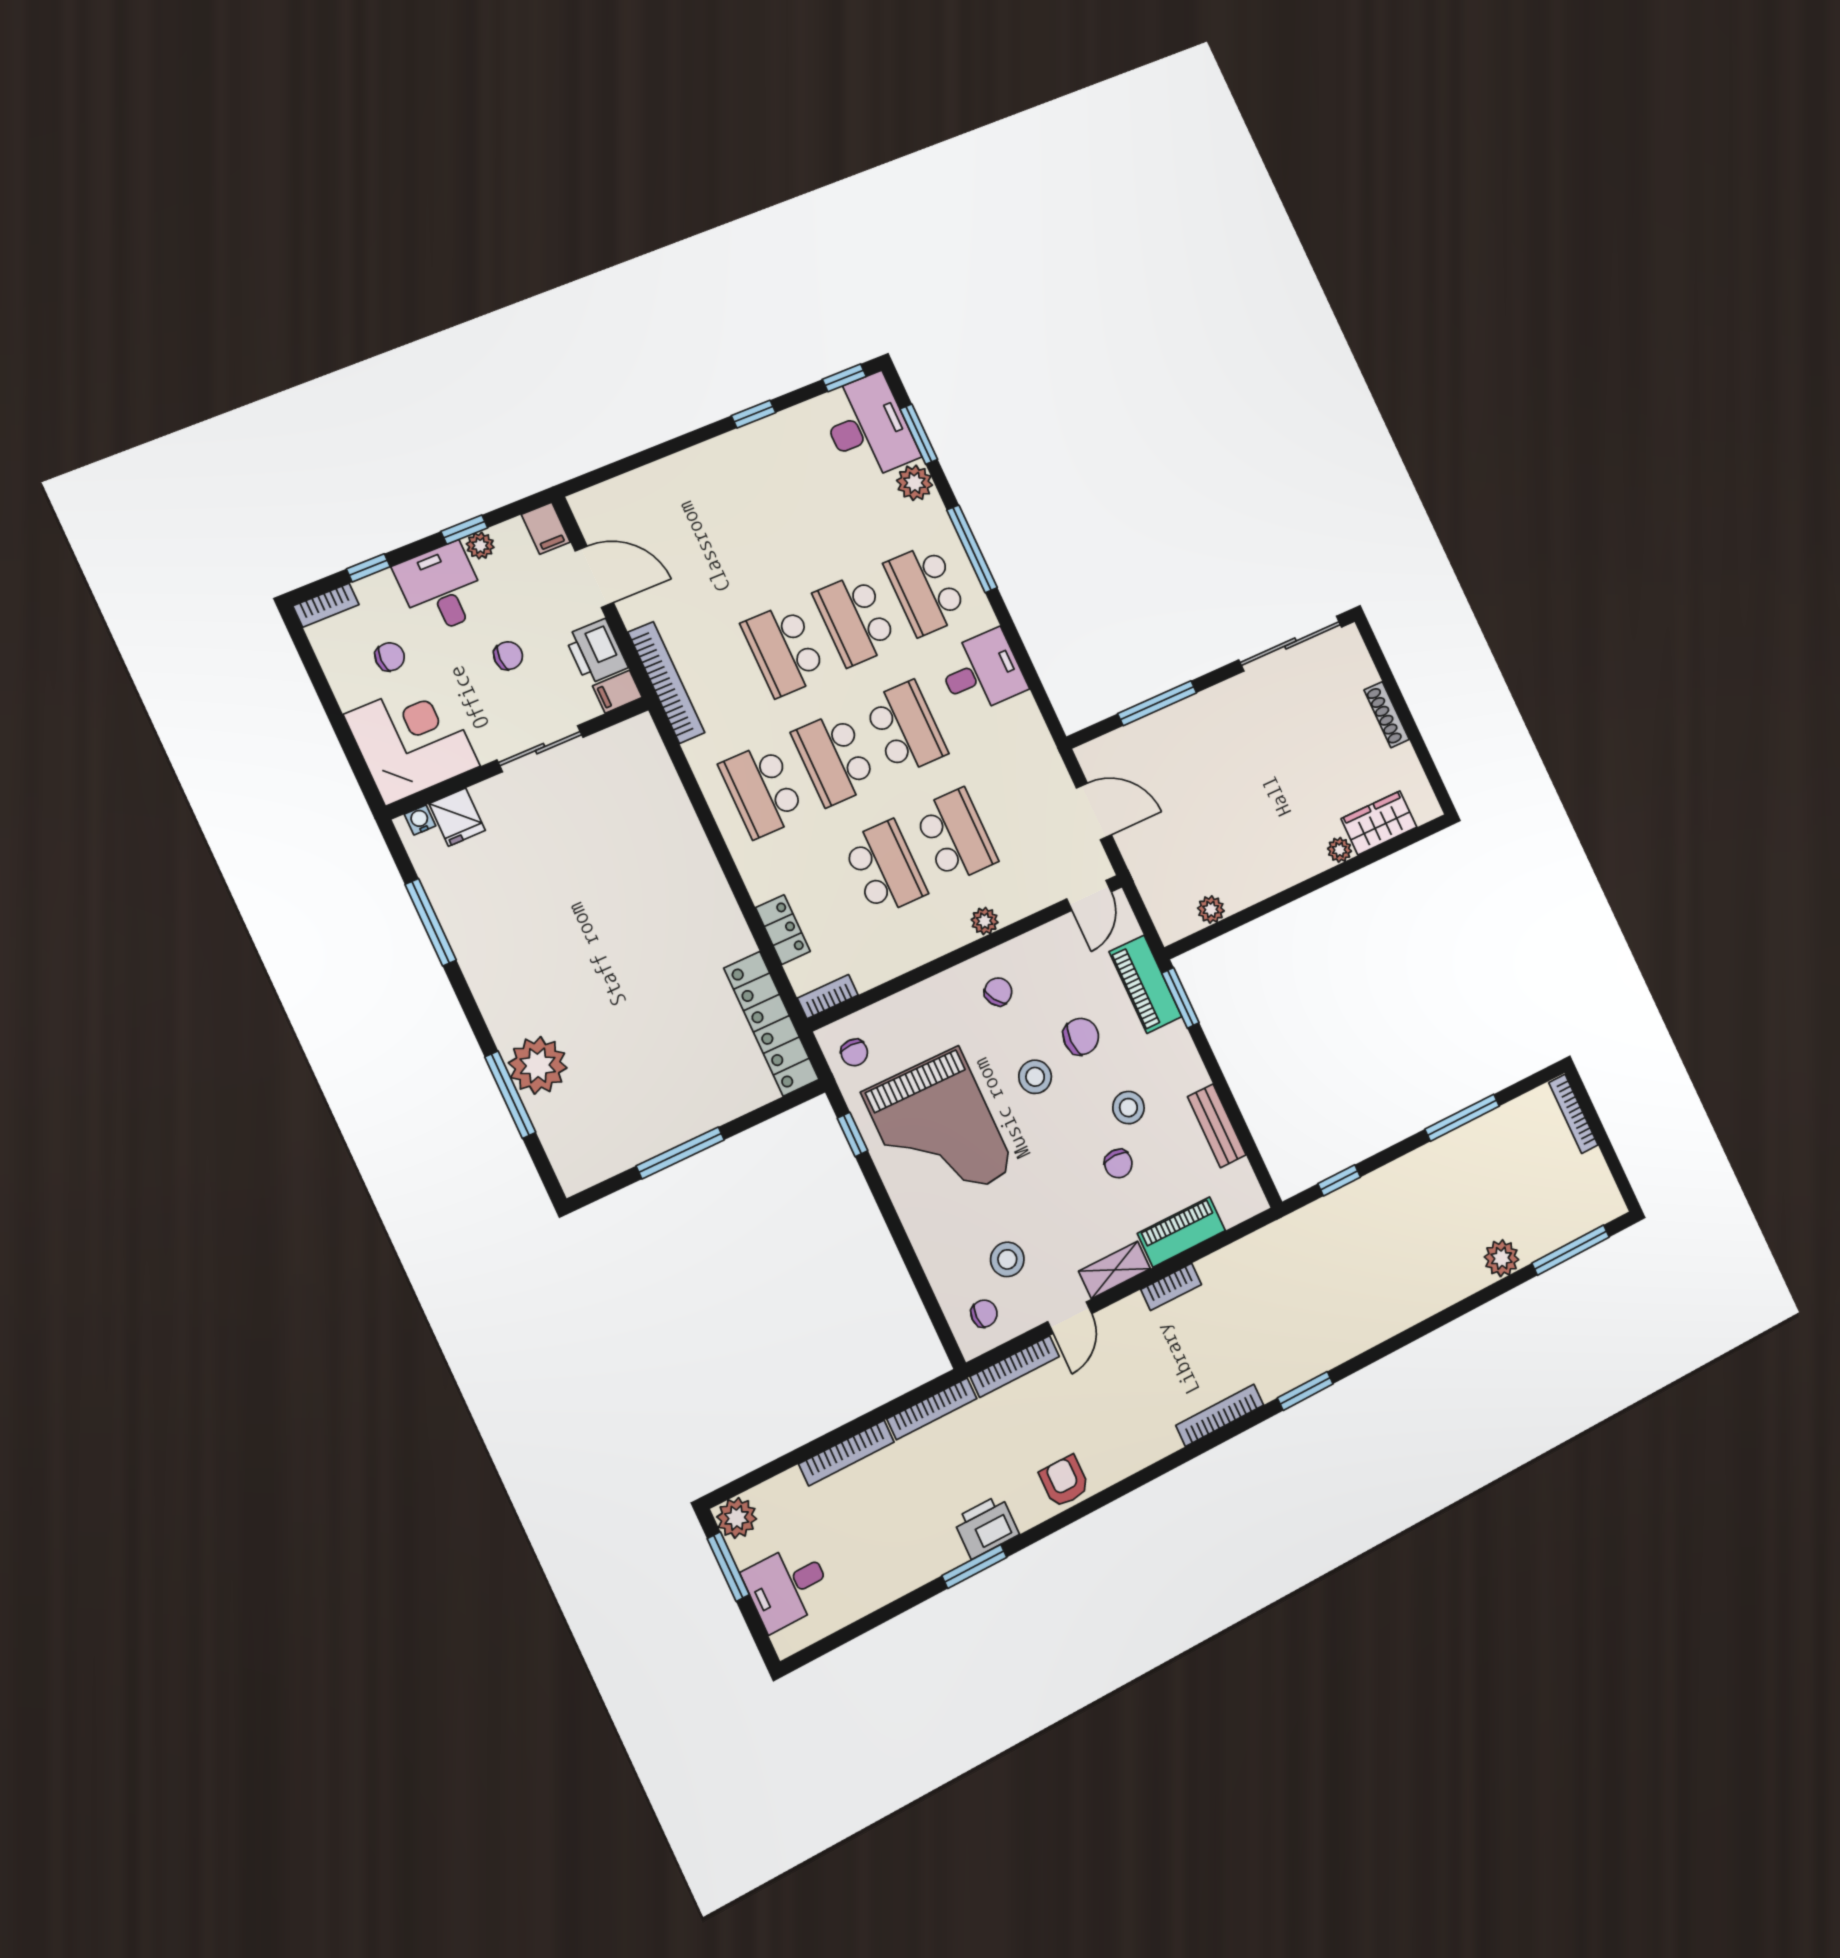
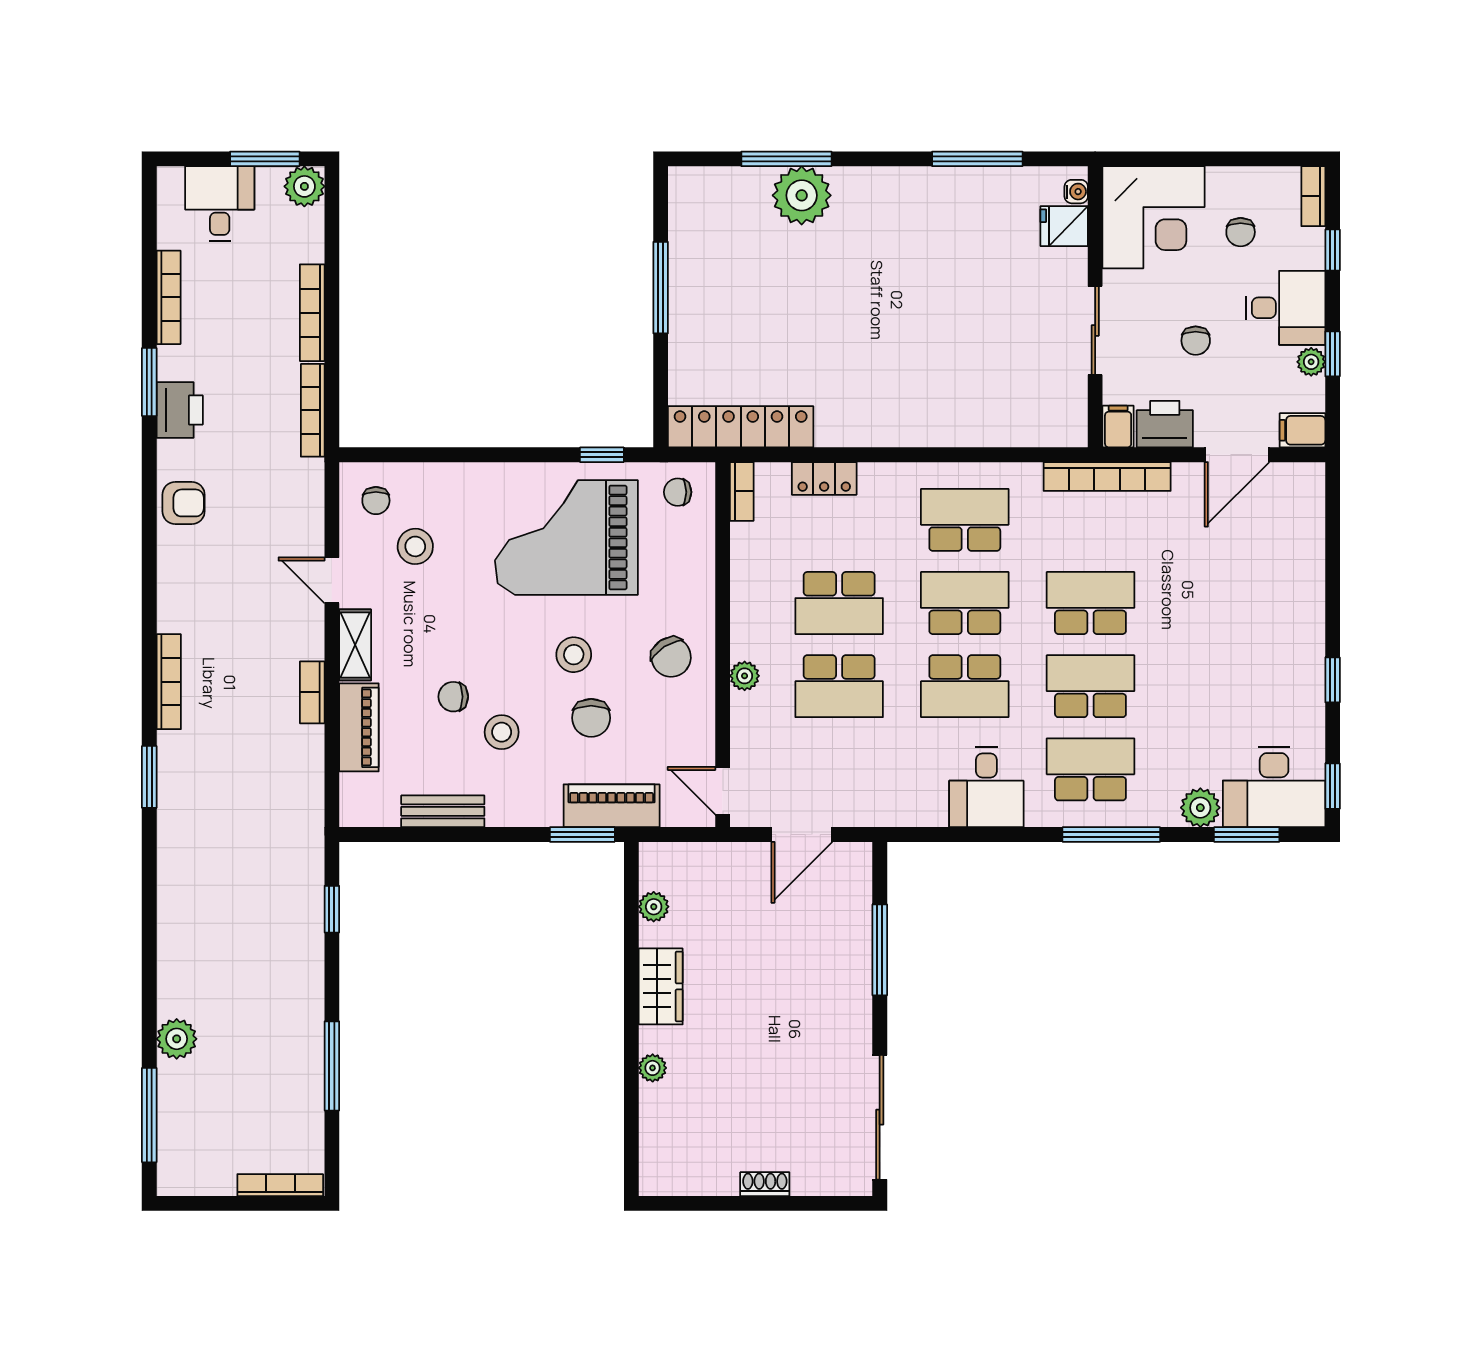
shoe rack: (1387, 715) -> (765, 1184), width x0.70
wardrobe: (1379, 823) -> (661, 986), moved
chair: (998, 992) -> (671, 657), width x1.37, depth x1.37
bookcase: (1015, 1366) -> (169, 297), moved, turned 180

